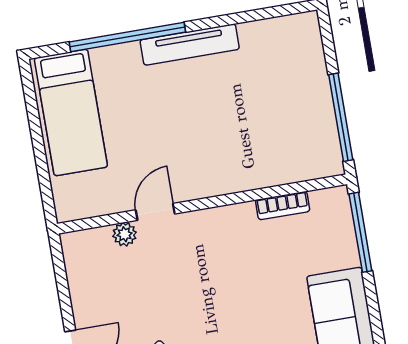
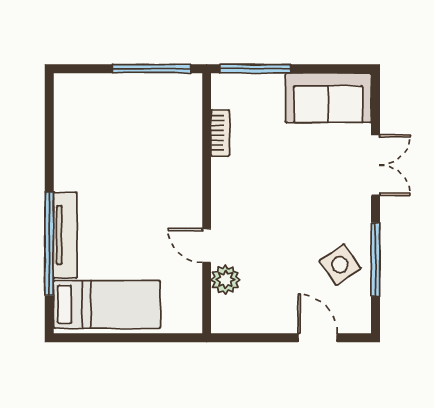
tv unit: (190, 45) -> (65, 235), moved
plant: (125, 234) -> (226, 280), width x1.38, depth x1.38

